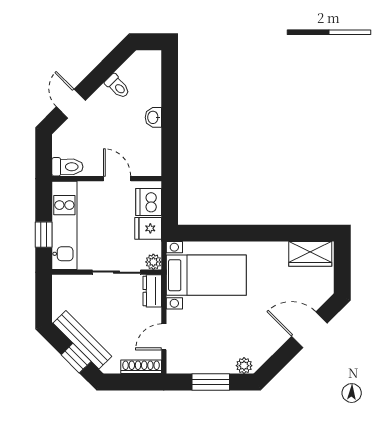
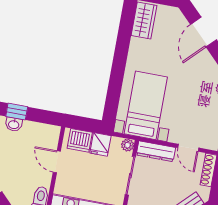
window: (170, 118) -> (17, 112), added
door: (117, 179) -> (57, 162), hinge flipped
dresser: (152, 291) -> (156, 151), width x1.44

